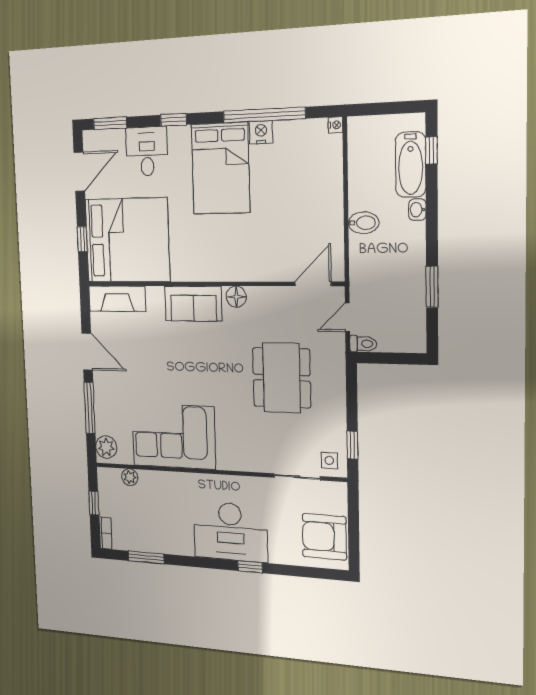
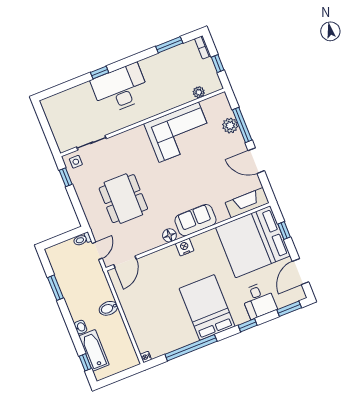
nightstand: (261, 132) -> (185, 247), moved, turned 180
plant: (106, 447) -> (230, 126), moved
armchair: (324, 537) -> (61, 114), removed

